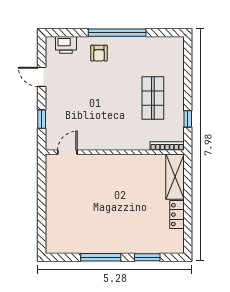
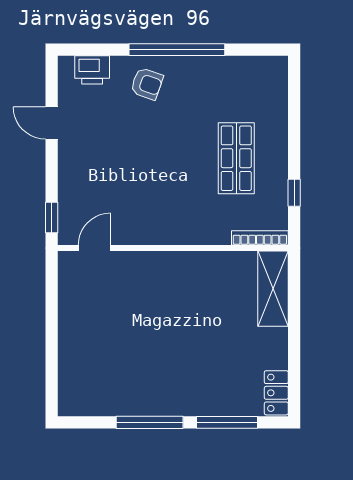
armchair: (99, 53) -> (147, 84), turned -71
window: (42, 119) -> (52, 218), moved
locker: (177, 215) -> (276, 393), moved
window: (147, 257) -> (227, 422), width x1.44

